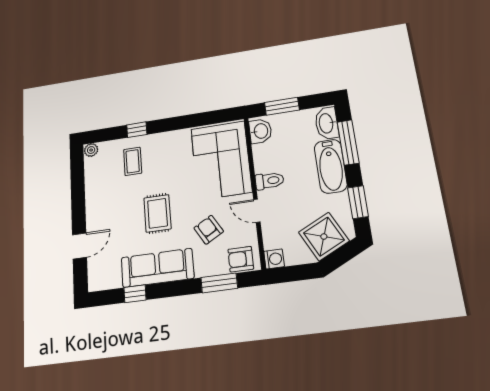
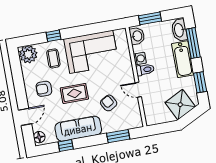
plant: (91, 150) -> (28, 54), width x1.87, depth x1.87
corner sofa: (221, 160) -> (91, 52), moved, turned -90
rug: (157, 213) -> (74, 93), turned 90
armchair: (241, 259) -> (44, 89), moved
washing machine: (274, 259) -> (140, 59), moved
floor lamp: (96, 278) -> (39, 137), added

